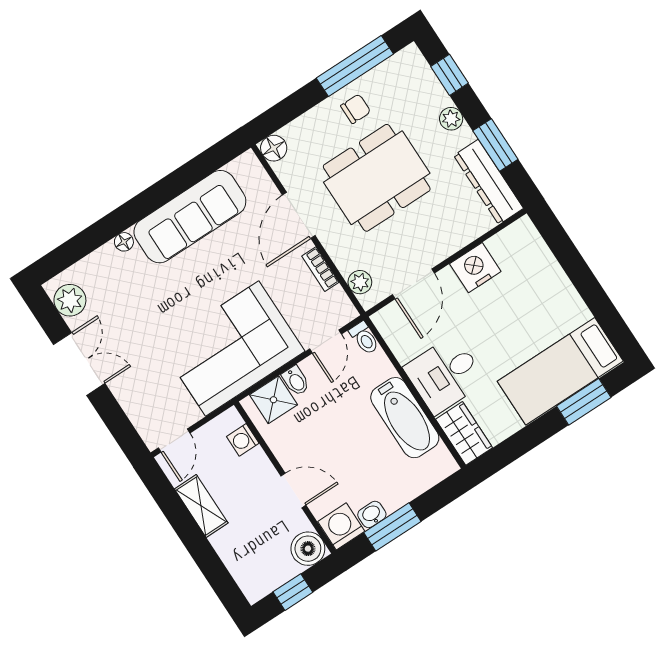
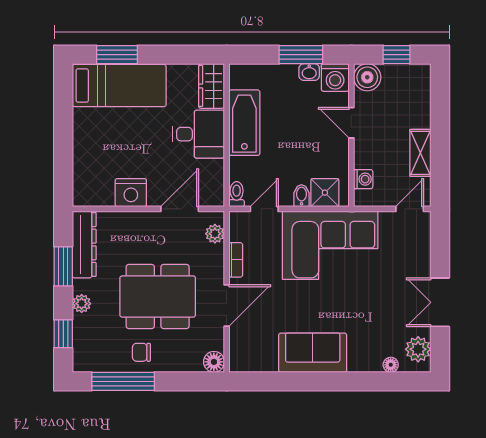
sofa: (190, 217) -> (313, 353), width x0.73
floor lamp: (124, 242) -> (391, 365), moved

